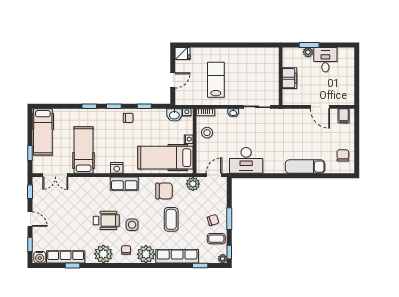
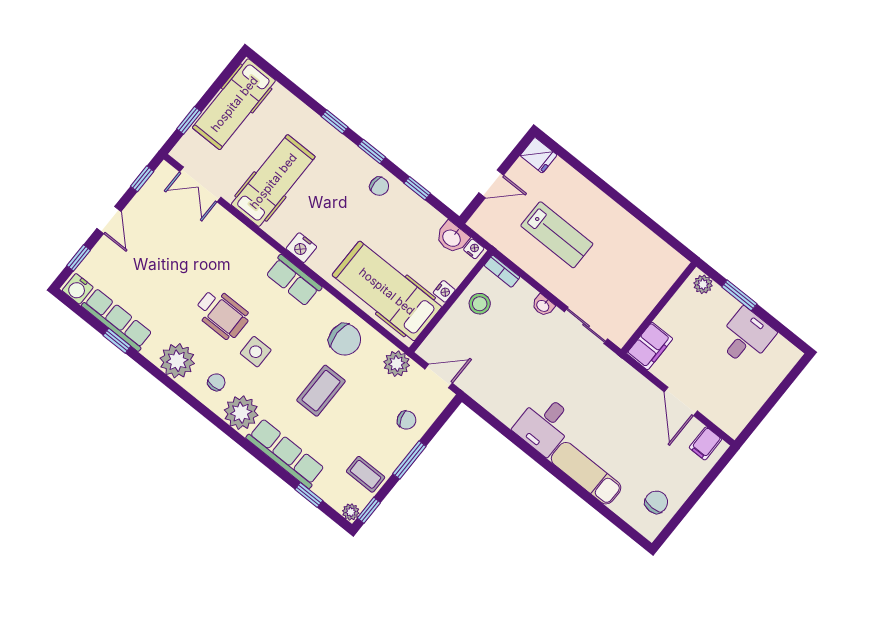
plant: (308, 52) -> (703, 284), moved
filing cabinet: (289, 78) -> (650, 346), moved
lab bench: (216, 80) -> (557, 235), turned 90
desk: (246, 160) -> (544, 425), moved, width x0.73
chair: (213, 220) -> (407, 420), moved

